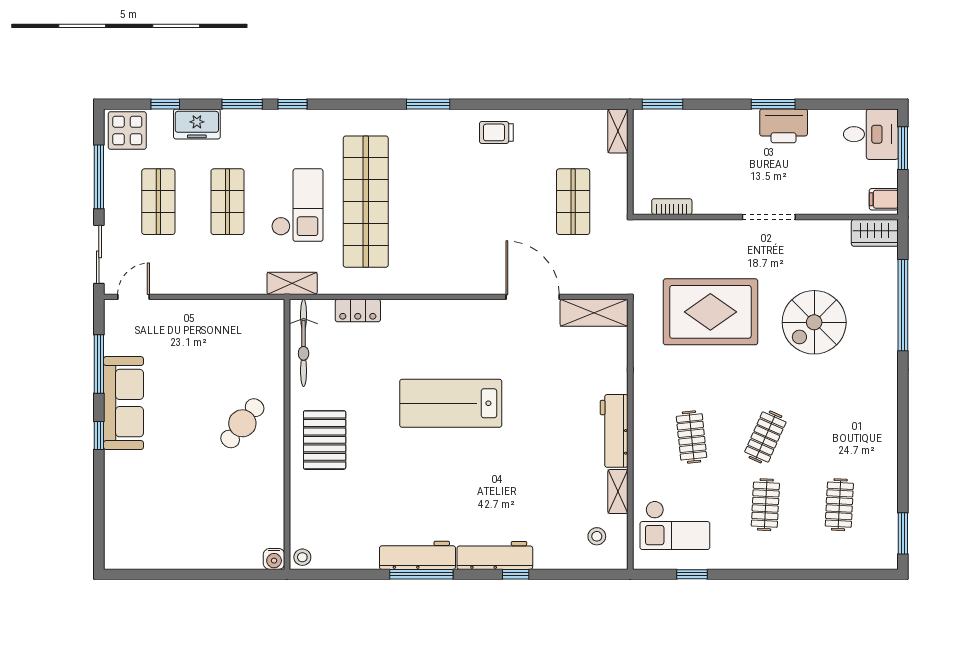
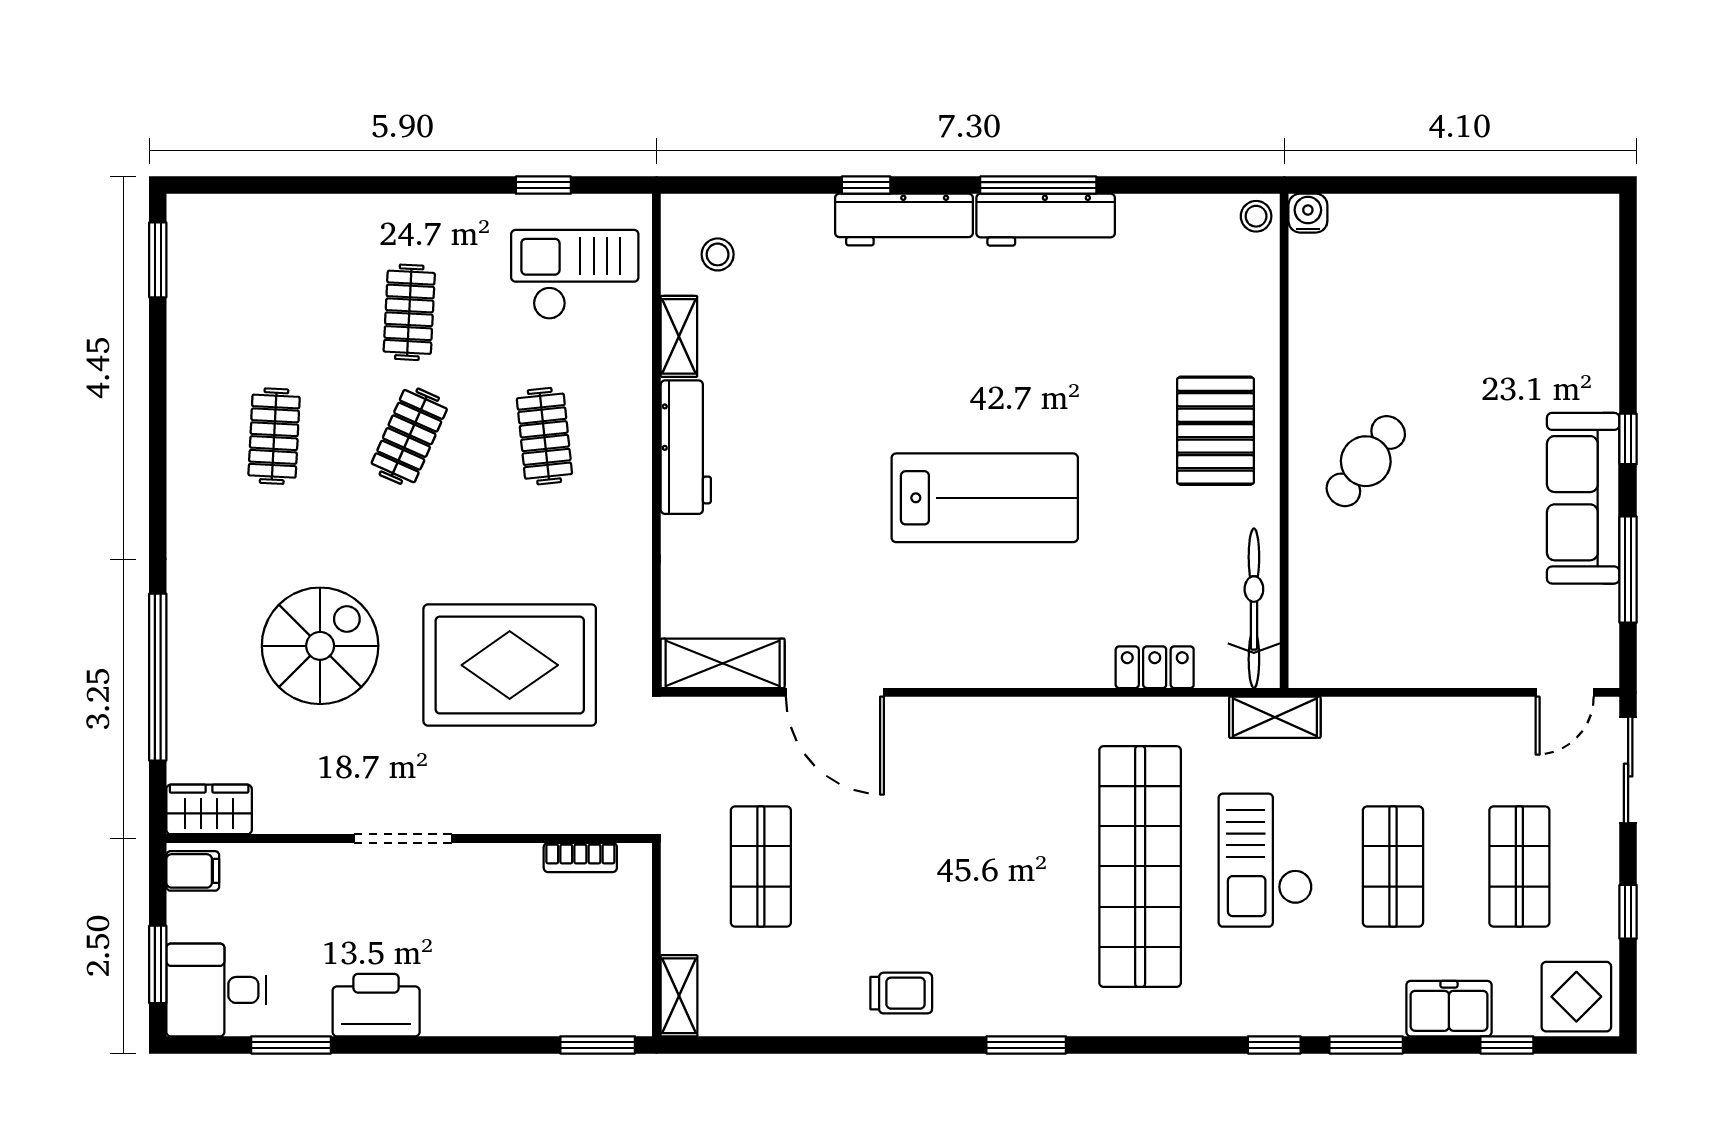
window: (773, 104) -> (291, 1045), moved
window: (99, 177) -> (1628, 912), width x0.46
clothes rail: (839, 505) -> (274, 436), moved

